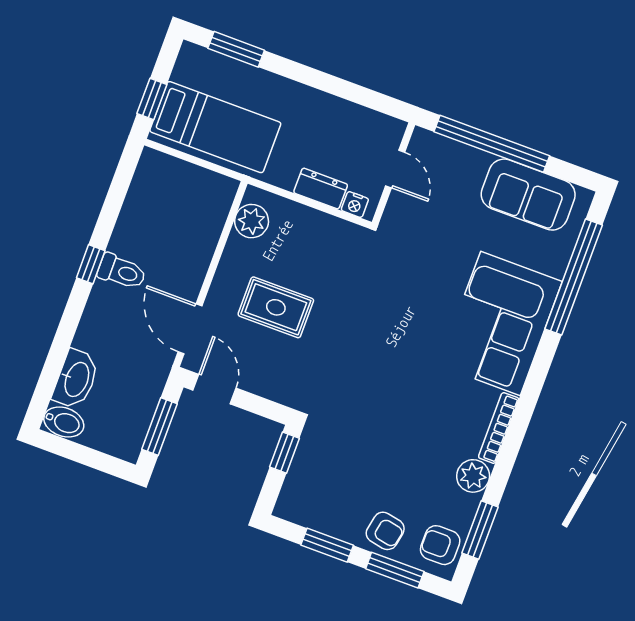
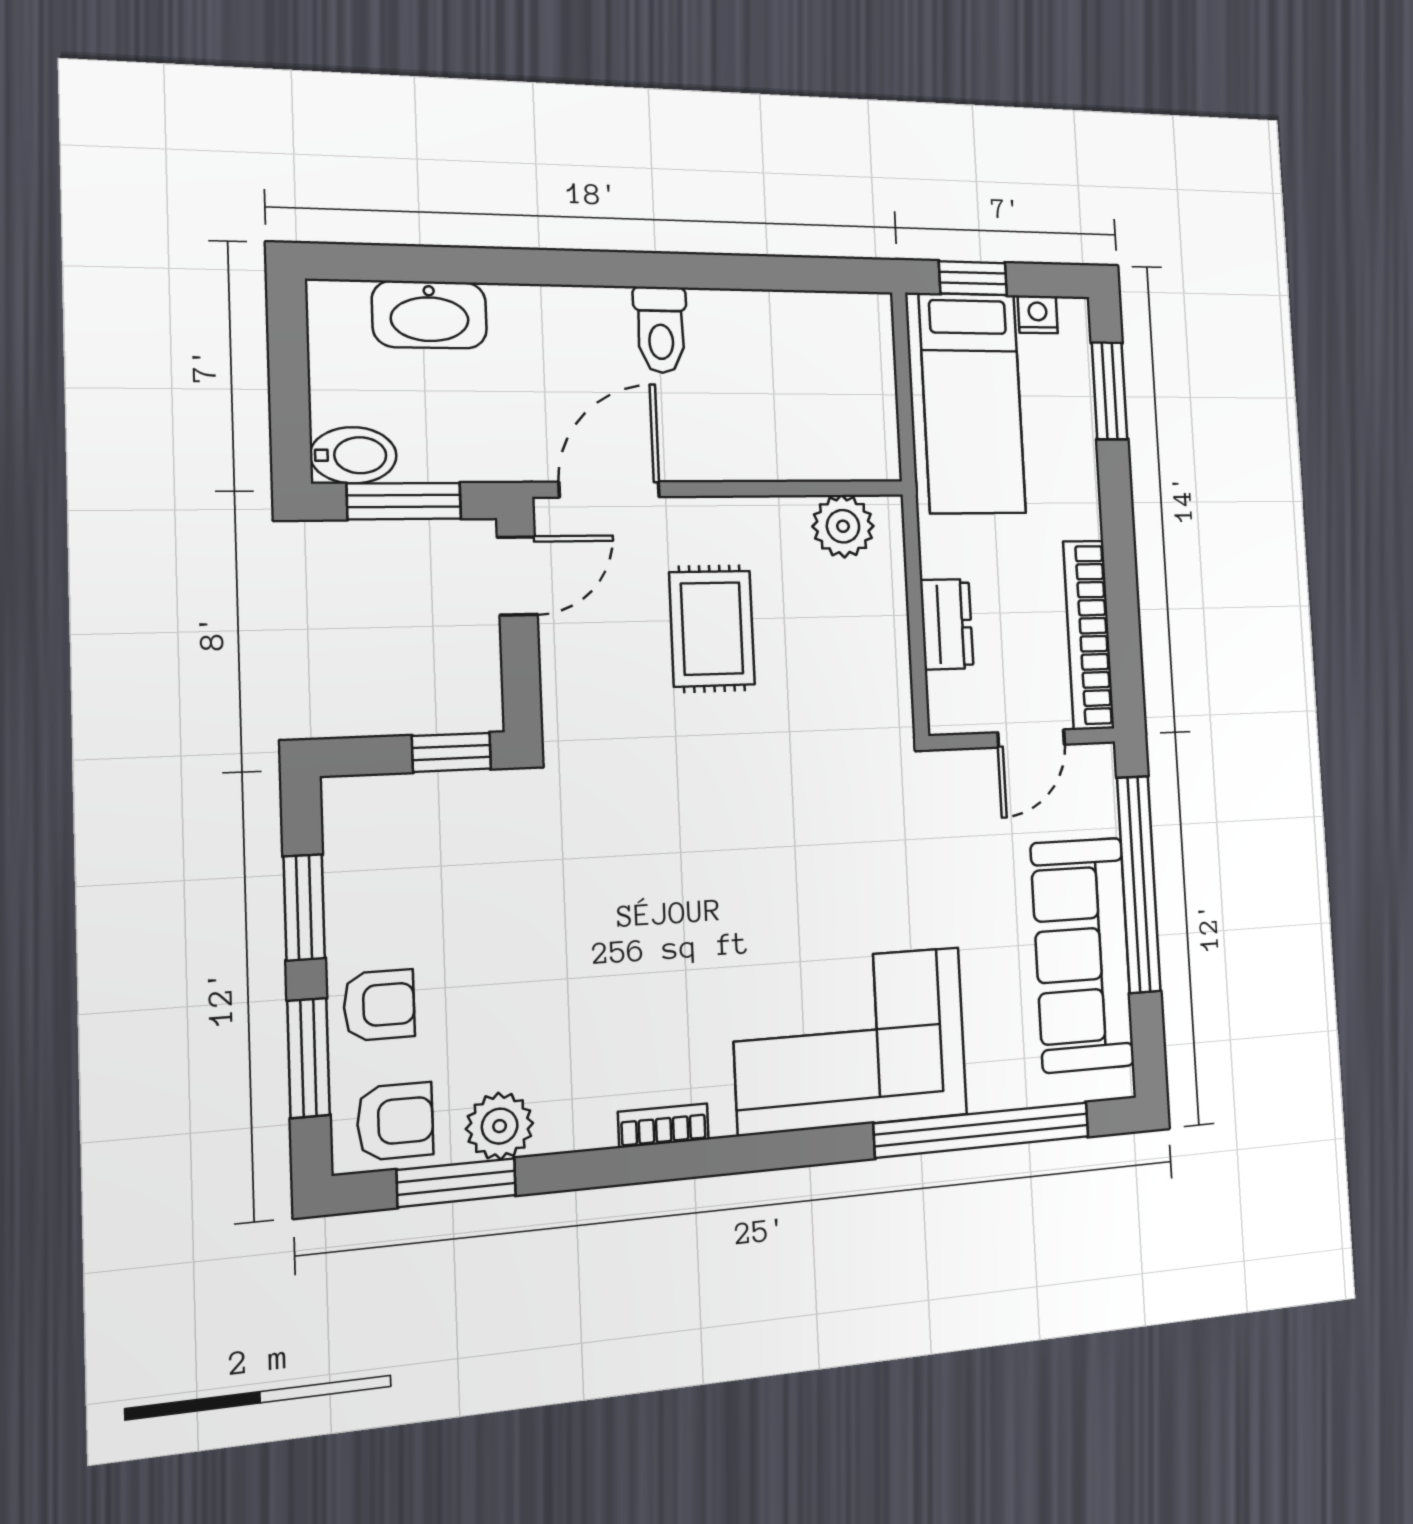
bookcase: (356, 116) -> (1089, 635), added
sofa: (528, 195) -> (1082, 955), width x1.36
nightstand: (355, 205) -> (1038, 314), moved, turned 90
window: (91, 264) -> (651, 270), removed
bidet: (64, 422) -> (353, 455), moved, turned -90
bookcase: (499, 428) -> (663, 1126), width x0.64
plant: (473, 476) -> (500, 1126), moved
armchair: (385, 531) -> (379, 1005), turned -101
armchair: (440, 545) -> (395, 1121), turned 90

